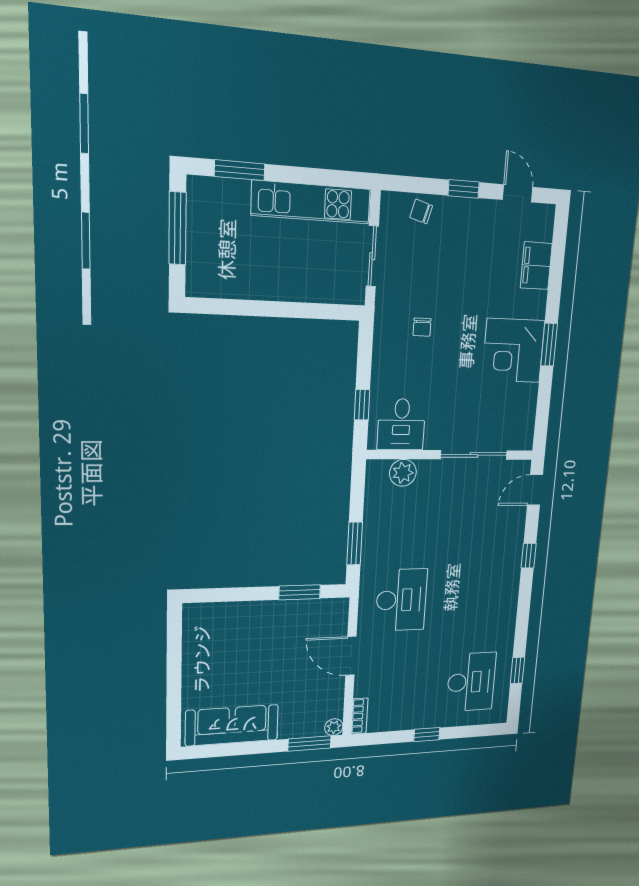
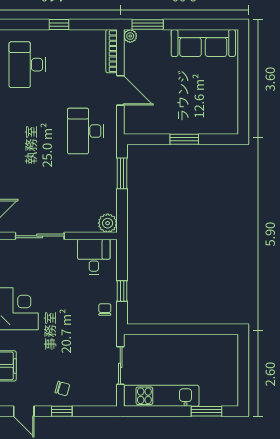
chair: (421, 211) -> (62, 389), moved
window: (177, 228) -> (243, 375), removed
chair: (422, 327) -> (105, 310), moved
window: (362, 405) -> (122, 291), moved
plant: (403, 473) -> (108, 223), moved
window: (300, 592) -> (184, 139), moved
bookcase: (360, 716) -> (111, 51), width x1.56

